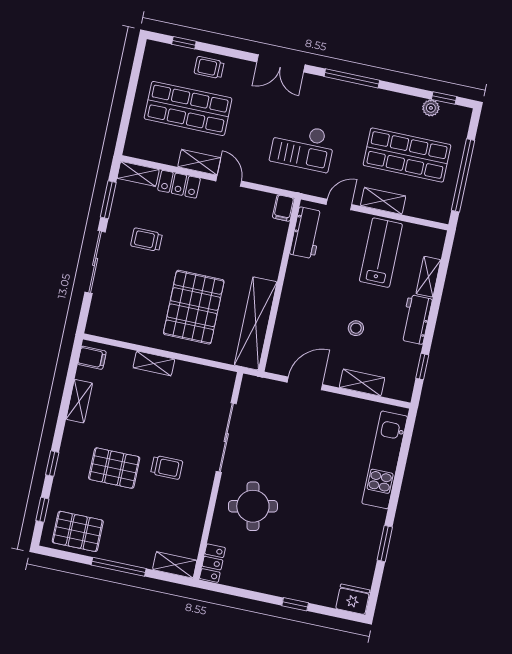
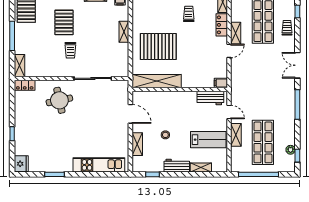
checkout: (303, 147) -> (256, 86), removed

